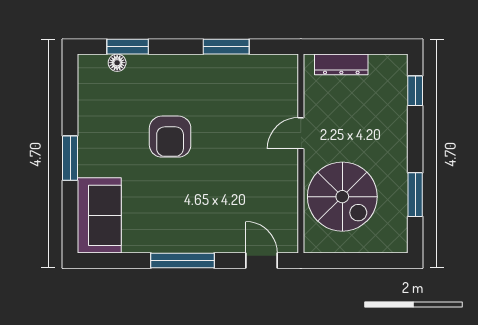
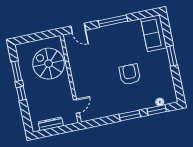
window: (226, 47) -> (130, 116), moved
dresser: (341, 64) -> (51, 124), moved
window: (415, 91) -> (21, 94), moved
door: (301, 133) -> (76, 106), moved

